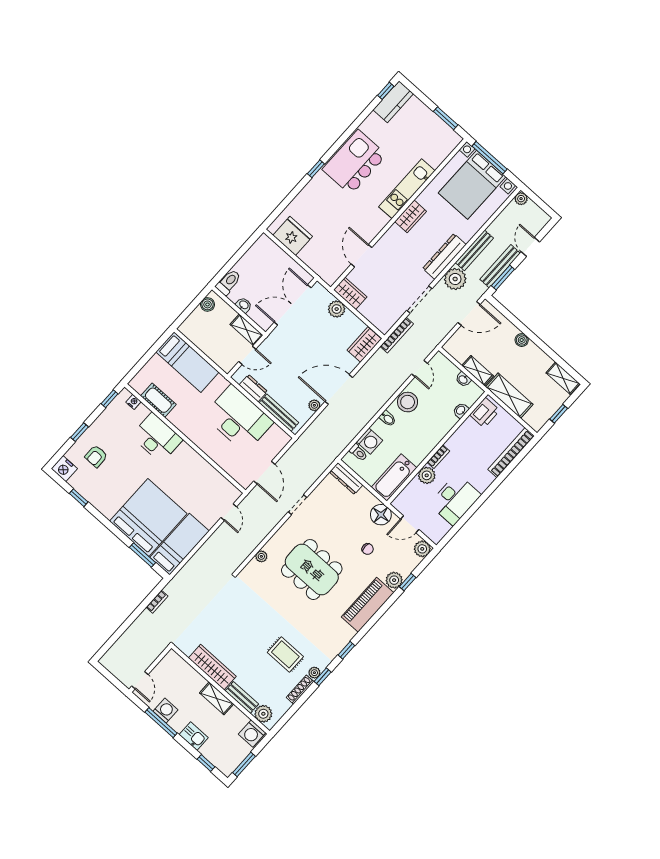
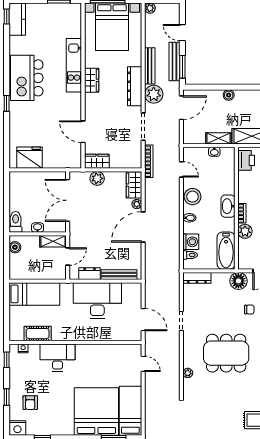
plant: (314, 405) -> (137, 204), moved
washbasin: (461, 410) -> (228, 206), moved, width x1.91, depth x1.45

